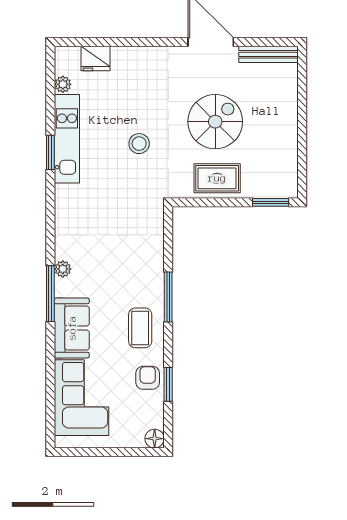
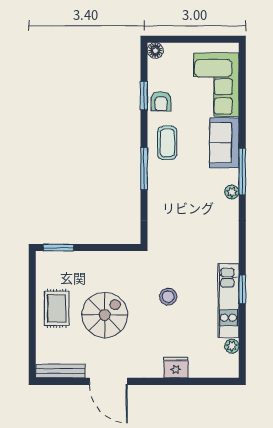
fridge: (96, 58) -> (176, 368), moved
spiral stairs: (215, 122) -> (105, 315), turned 180
rug: (217, 178) -> (57, 308), moved, turned 90

